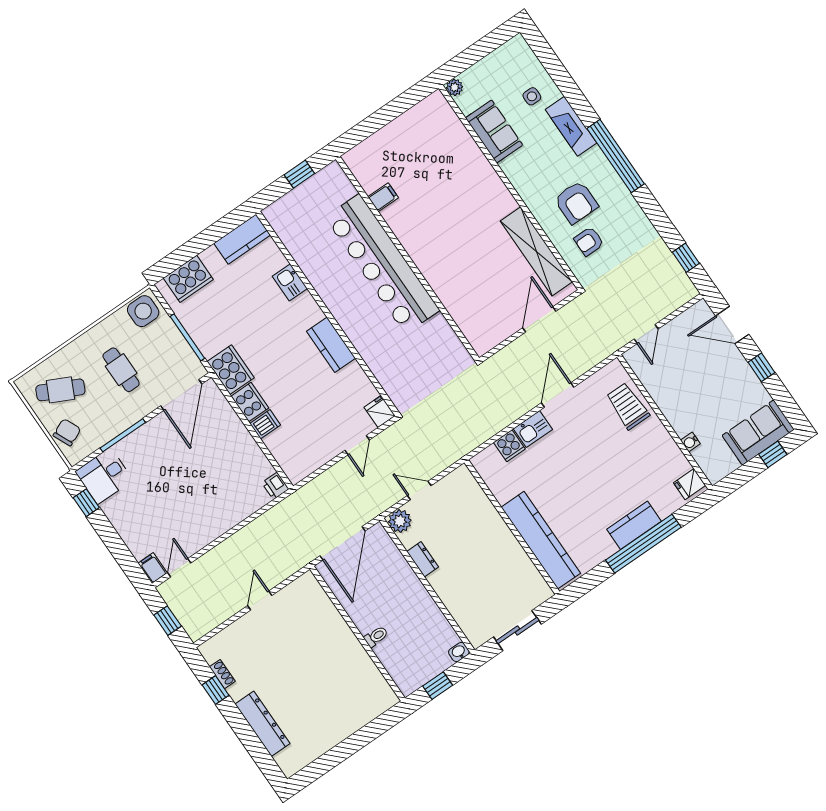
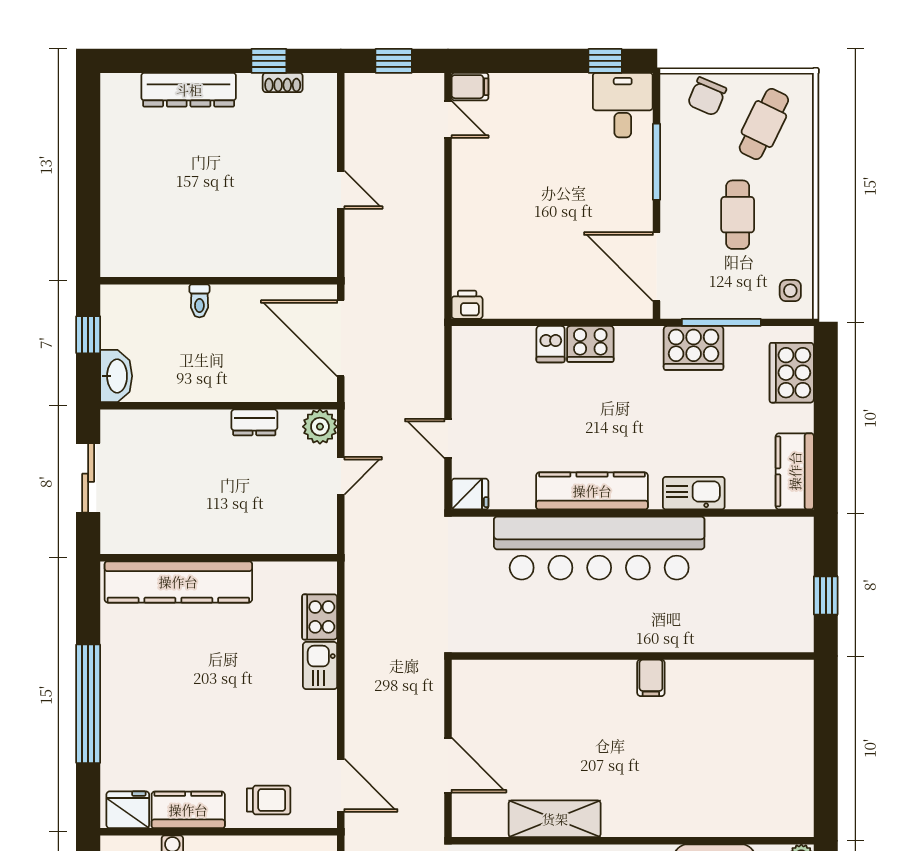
filing cabinet: (383, 197) -> (651, 678), moved
shelving: (536, 251) -> (555, 819), width x0.68
bar counter: (382, 264) -> (599, 548), moved, turned 180
kitchen sink: (290, 282) -> (694, 493), width x1.38
side table: (143, 311) -> (790, 291), width x0.54, depth x0.54
kitchen counter: (331, 345) -> (592, 491), width x1.50
cafe table: (121, 370) -> (738, 215), turned 90
cooker: (231, 370) -> (694, 348), moved
door: (558, 395) -> (341, 785), moved
trolley: (628, 406) -> (269, 800), width x0.73, depth x0.72
chair: (67, 432) -> (707, 96), turned 47
cooker: (509, 446) -> (320, 617), width x1.36
fridge: (690, 484) -> (128, 810), width x1.38
kitchen counter: (634, 525) -> (188, 810), moved, turned -90
washbasin: (459, 652) -> (116, 376), width x1.91, depth x1.45

